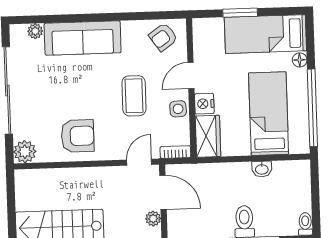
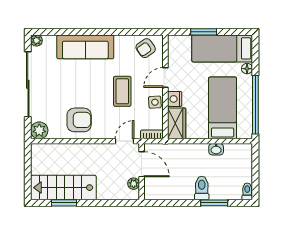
plant: (35, 31) -> (36, 40), moved

